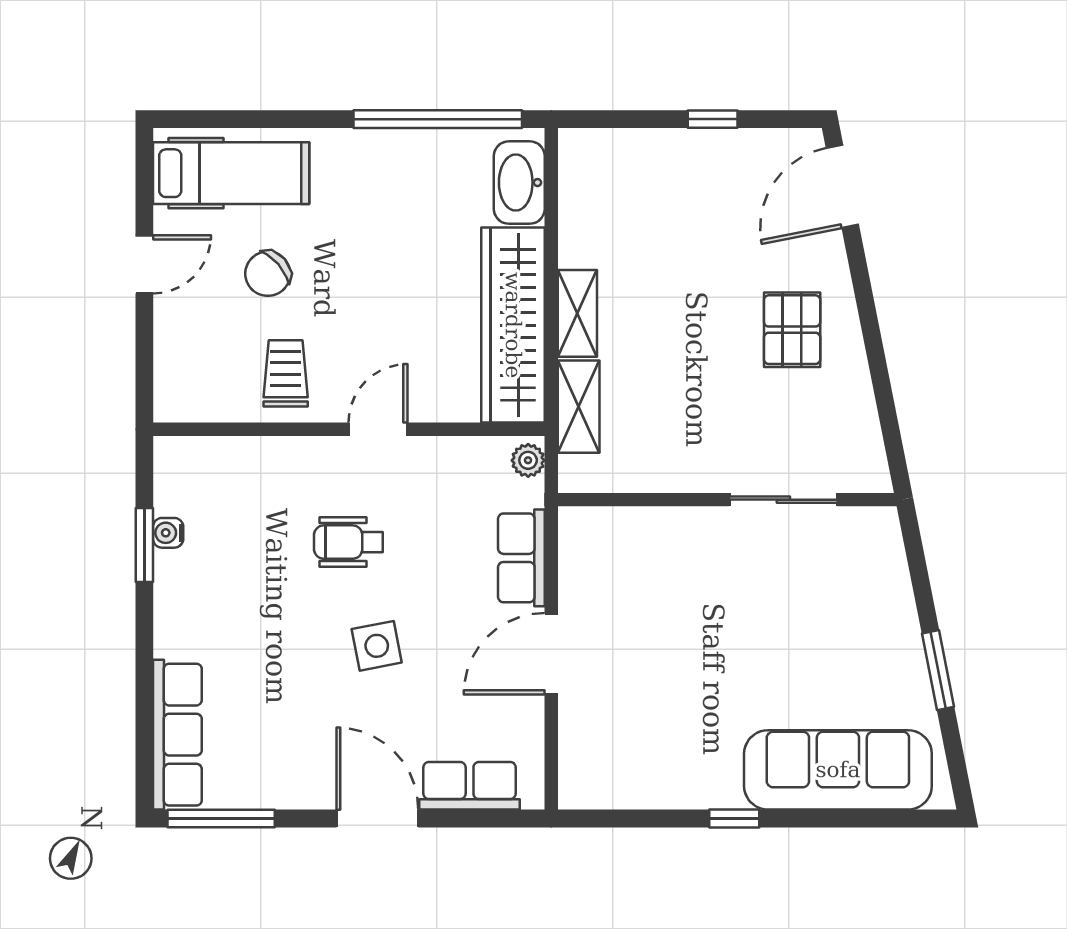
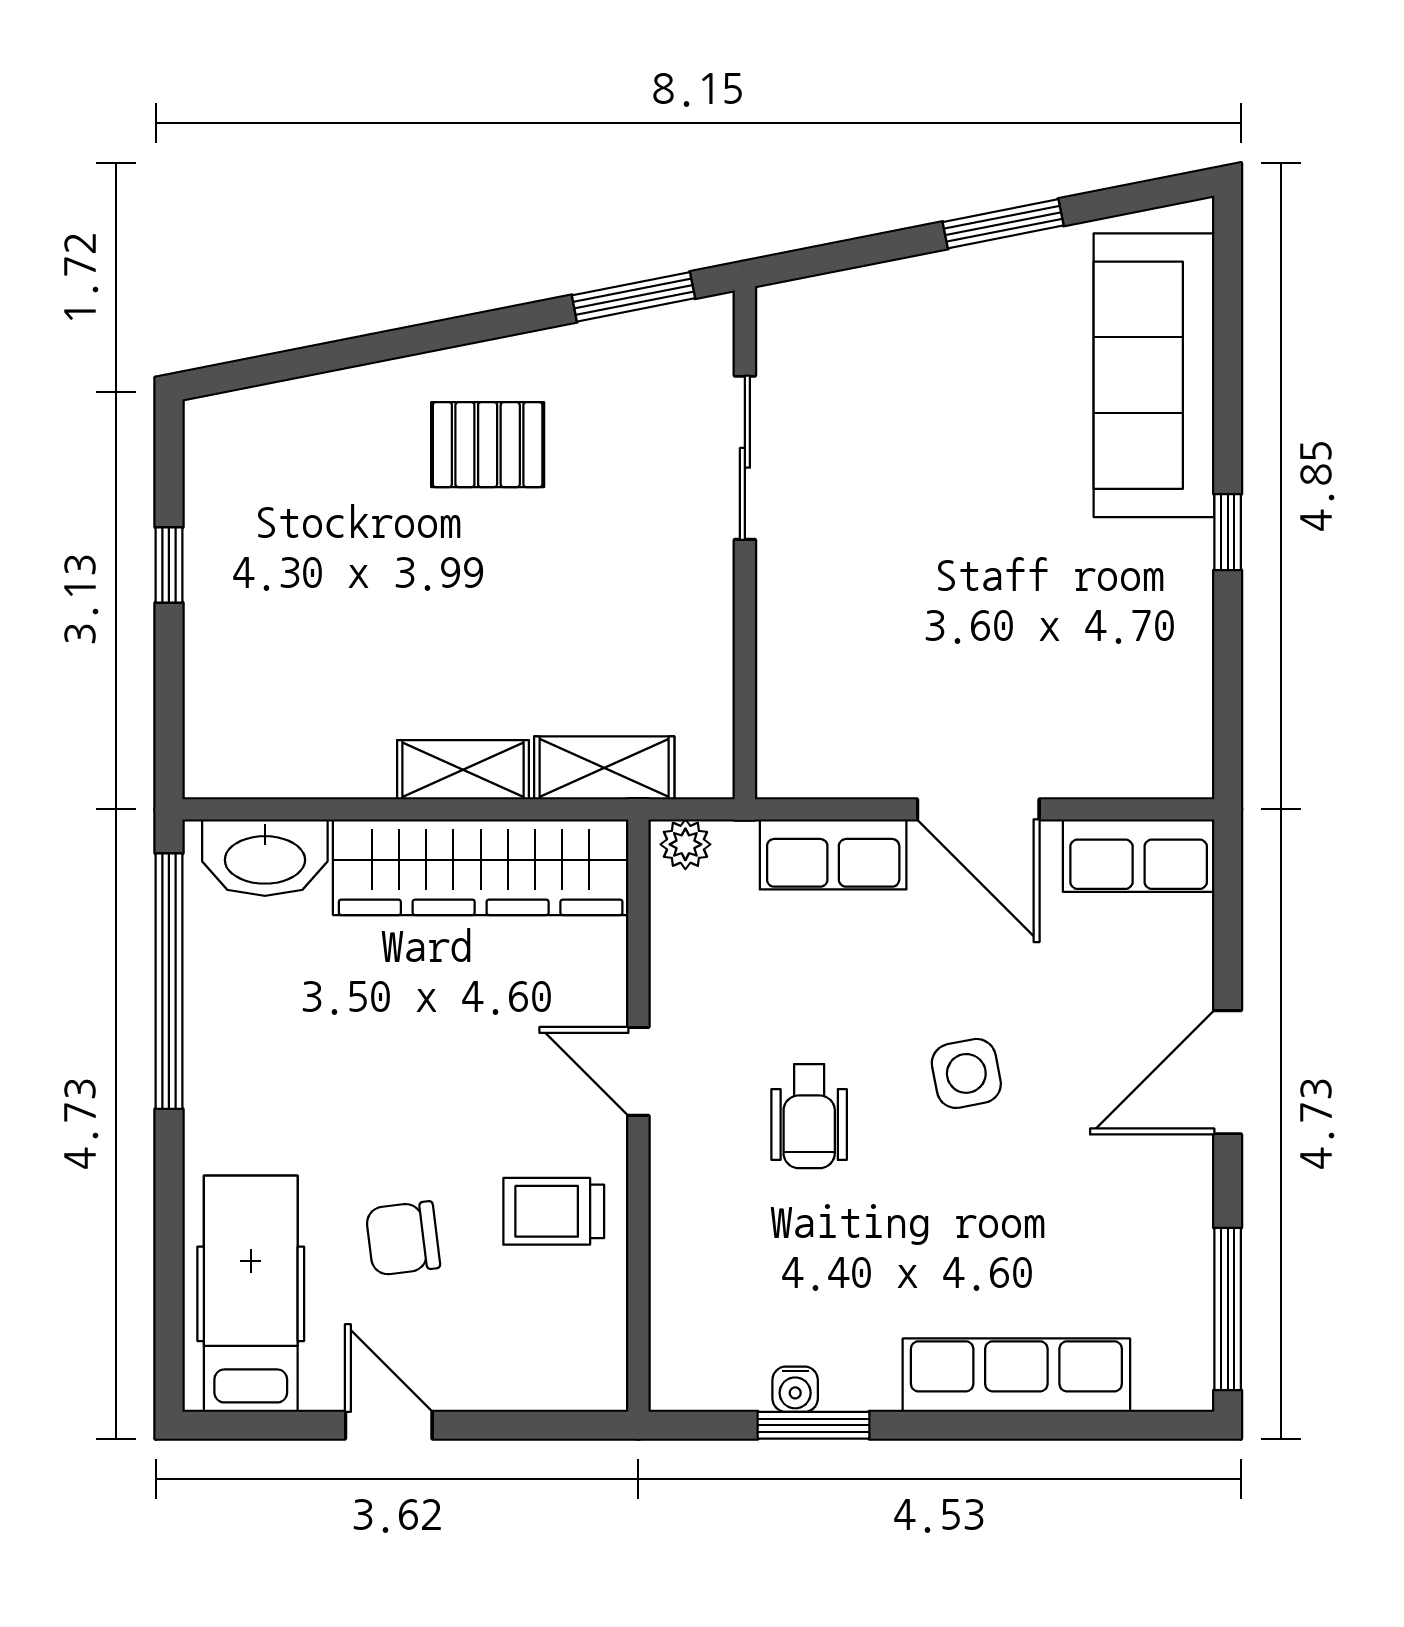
door: (842, 186) -> (271, 368), removed
chair: (268, 274) -> (403, 1238), turned 124
window: (890, 426) -> (633, 297), added
row of seats: (177, 735) -> (1016, 1375), moved
row of seats: (470, 786) -> (1139, 856), moved, turned -90

